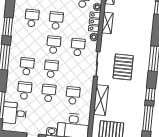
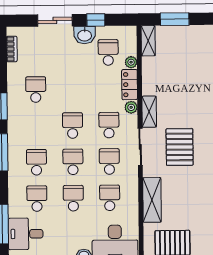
school desk: (56, 21) -> (109, 161), moved
shelving: (107, 23) -> (149, 112), moved

